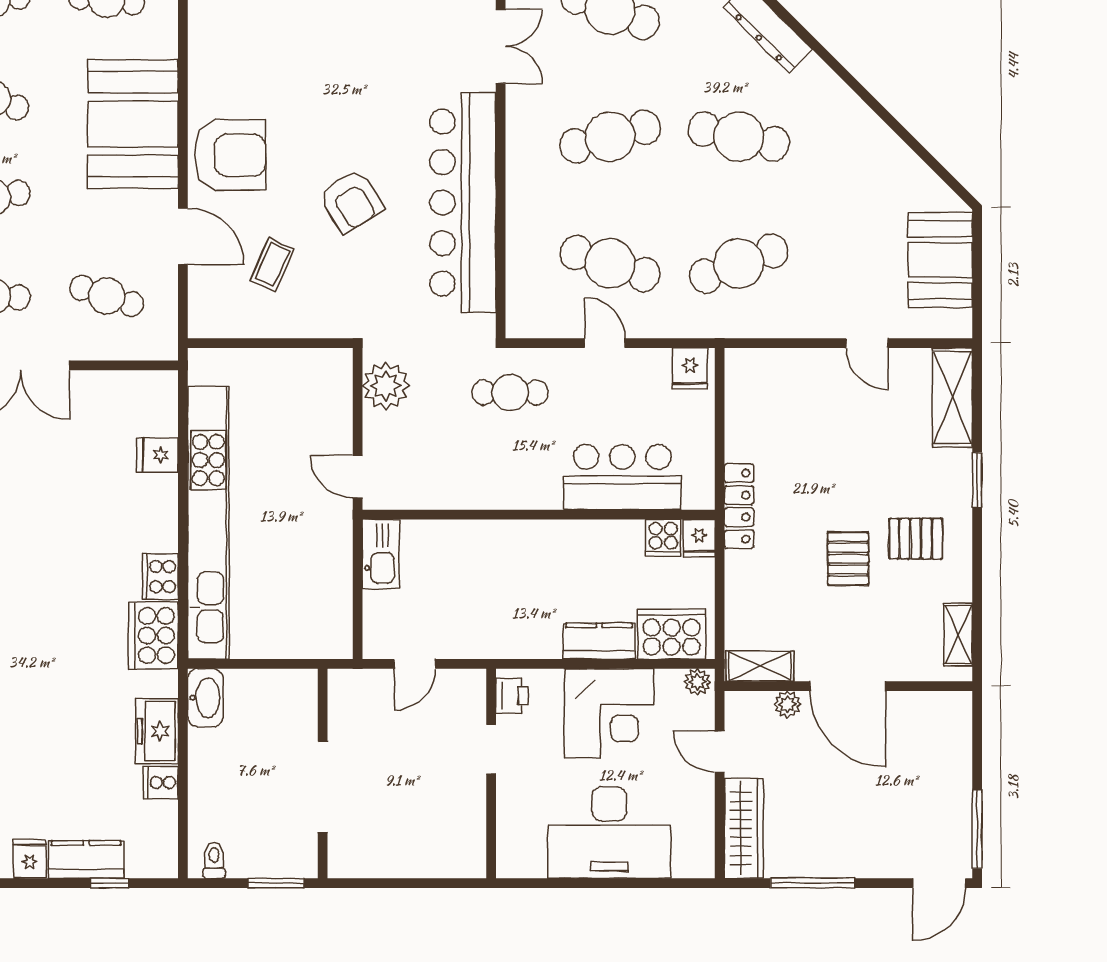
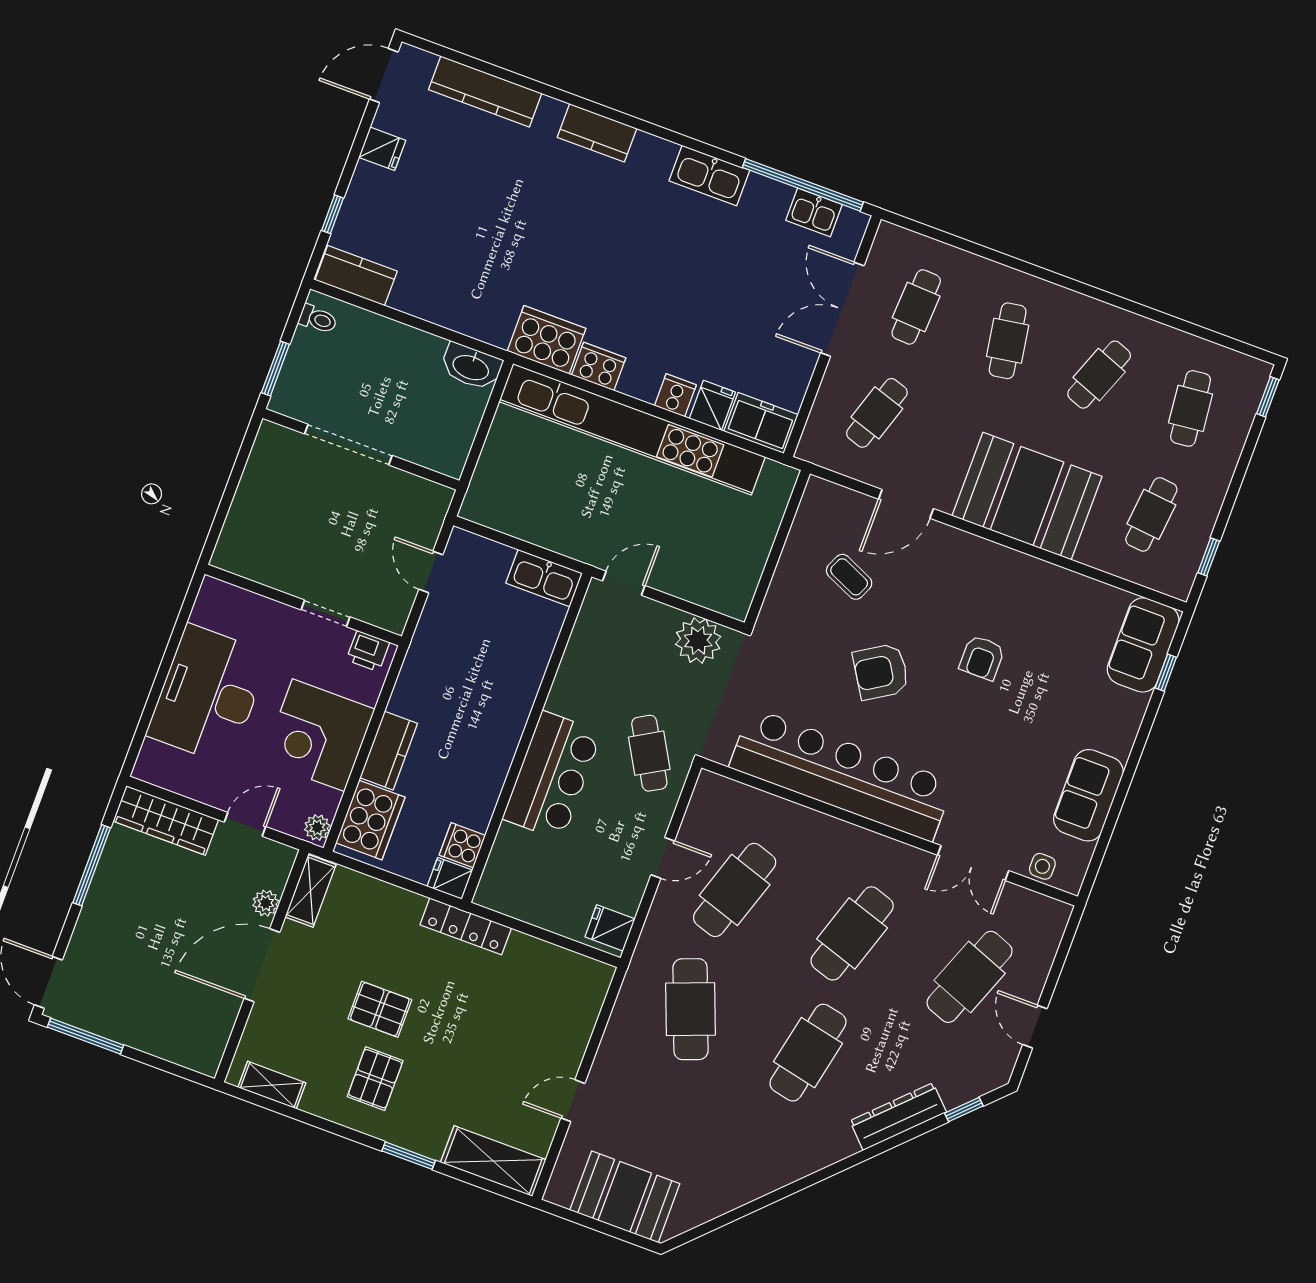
cafe table: (610, 137) -> (852, 933), turned 33
armchair: (230, 155) -> (982, 658), moved, width x0.53, depth x0.53
cafe table: (510, 393) -> (649, 753), turned -30
bar counter: (622, 477) -> (552, 776), moved
freezer: (157, 731) -> (761, 423), moved
cooker: (161, 783) -> (675, 395), moved
kitchen counter: (86, 859) -> (356, 276), moved, turned -90

